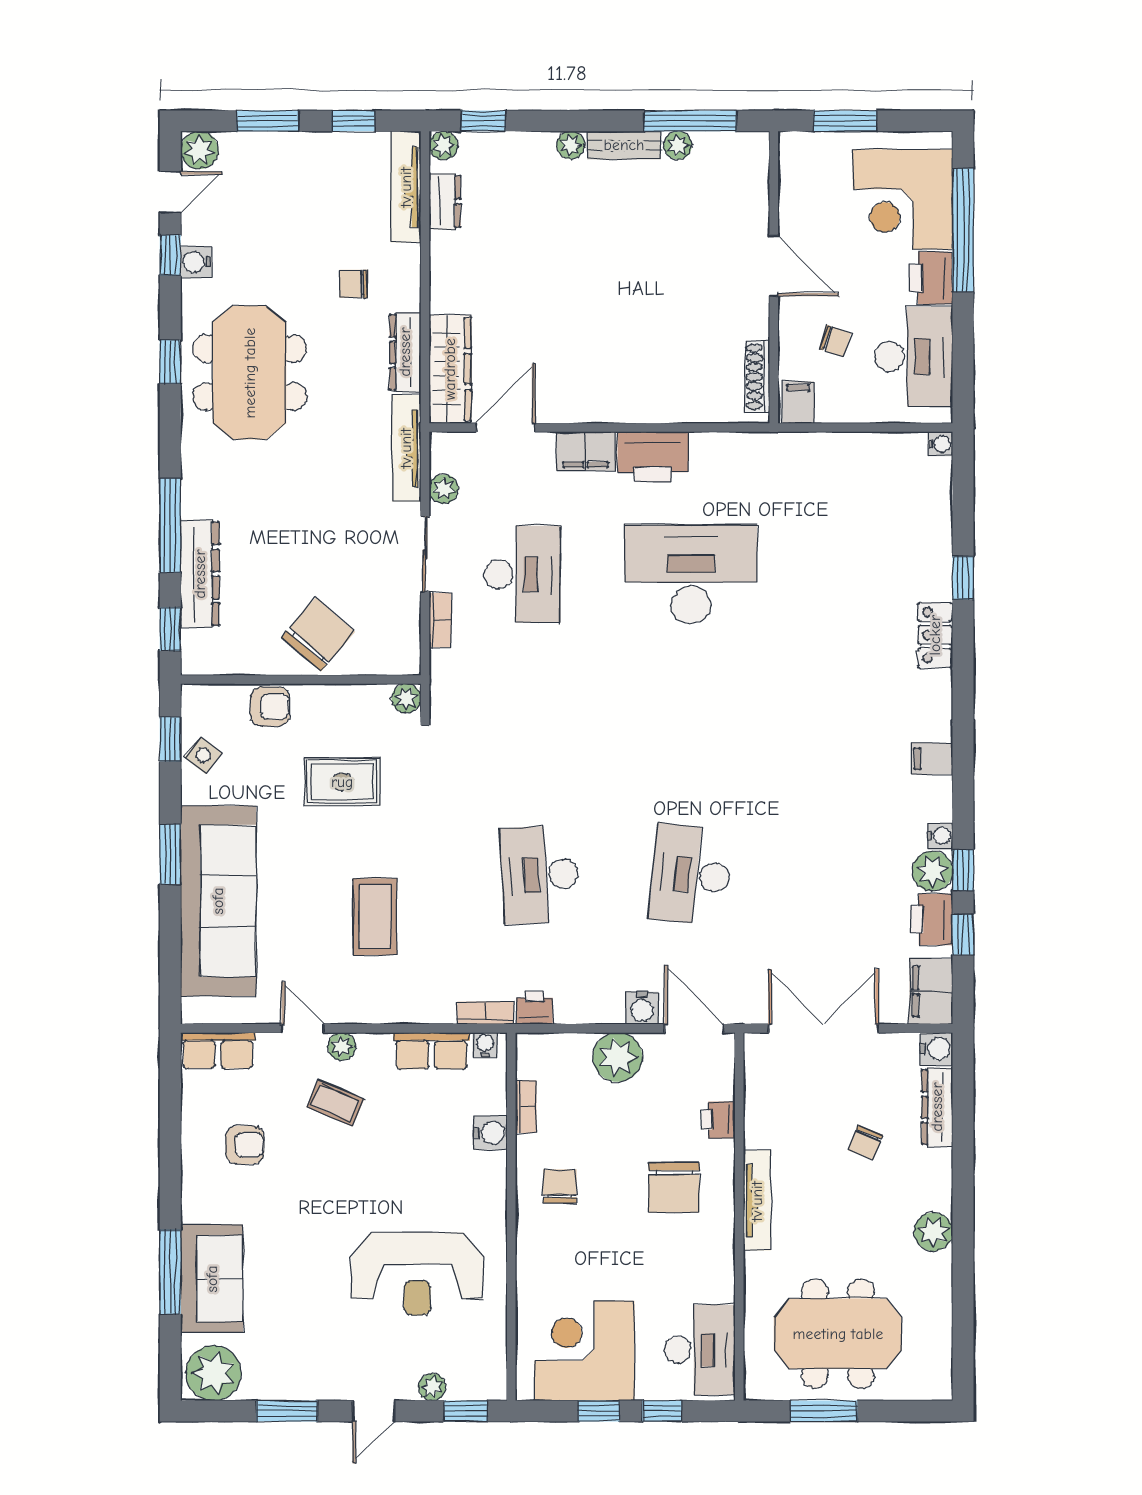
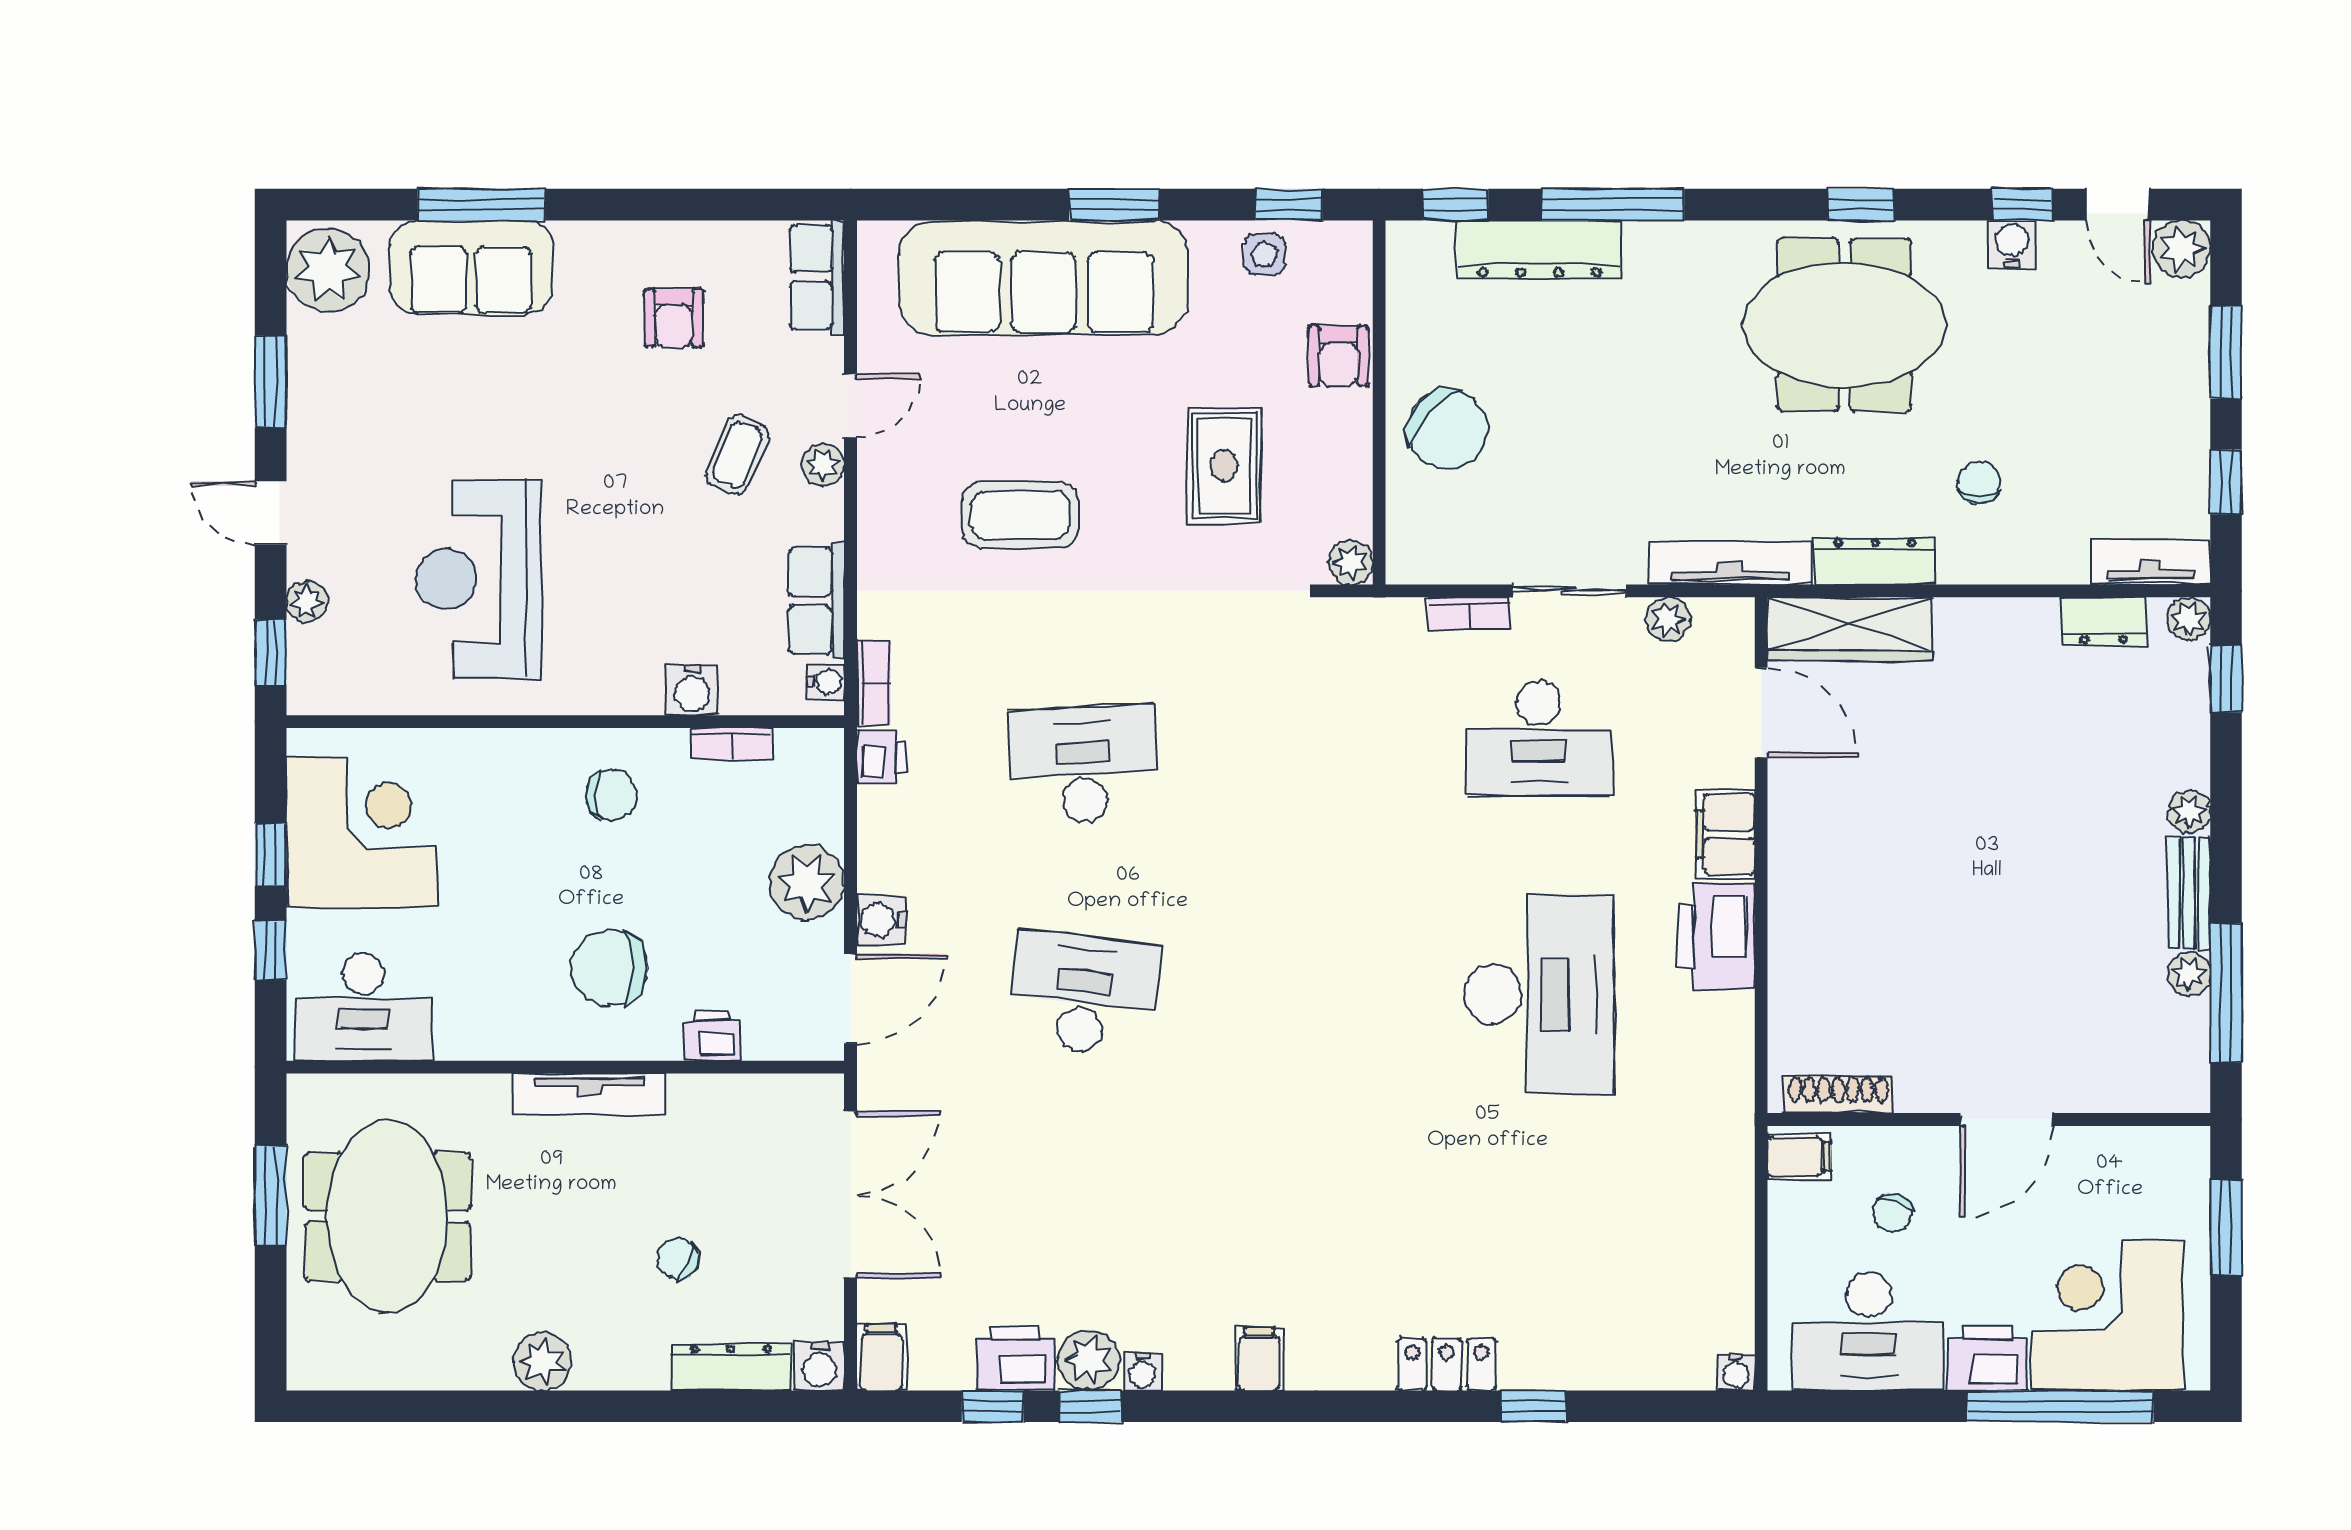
tv unit: (406, 187) -> (2150, 562), width x0.71
side table: (203, 755) -> (1264, 255), turned -38
filing cabinet: (931, 992) -> (881, 1358), width x0.50

